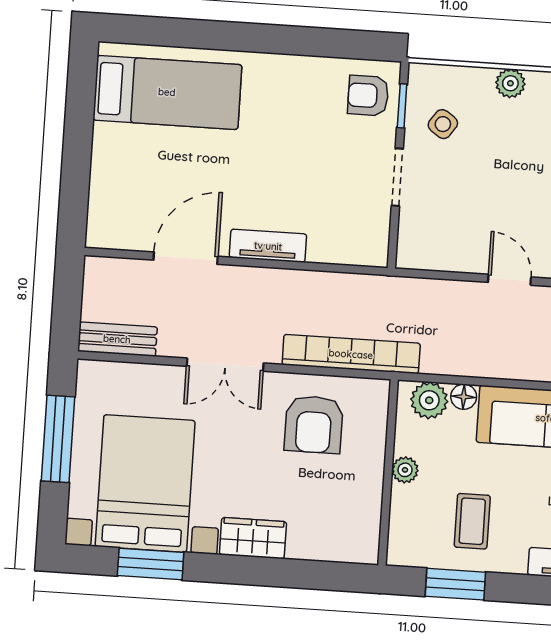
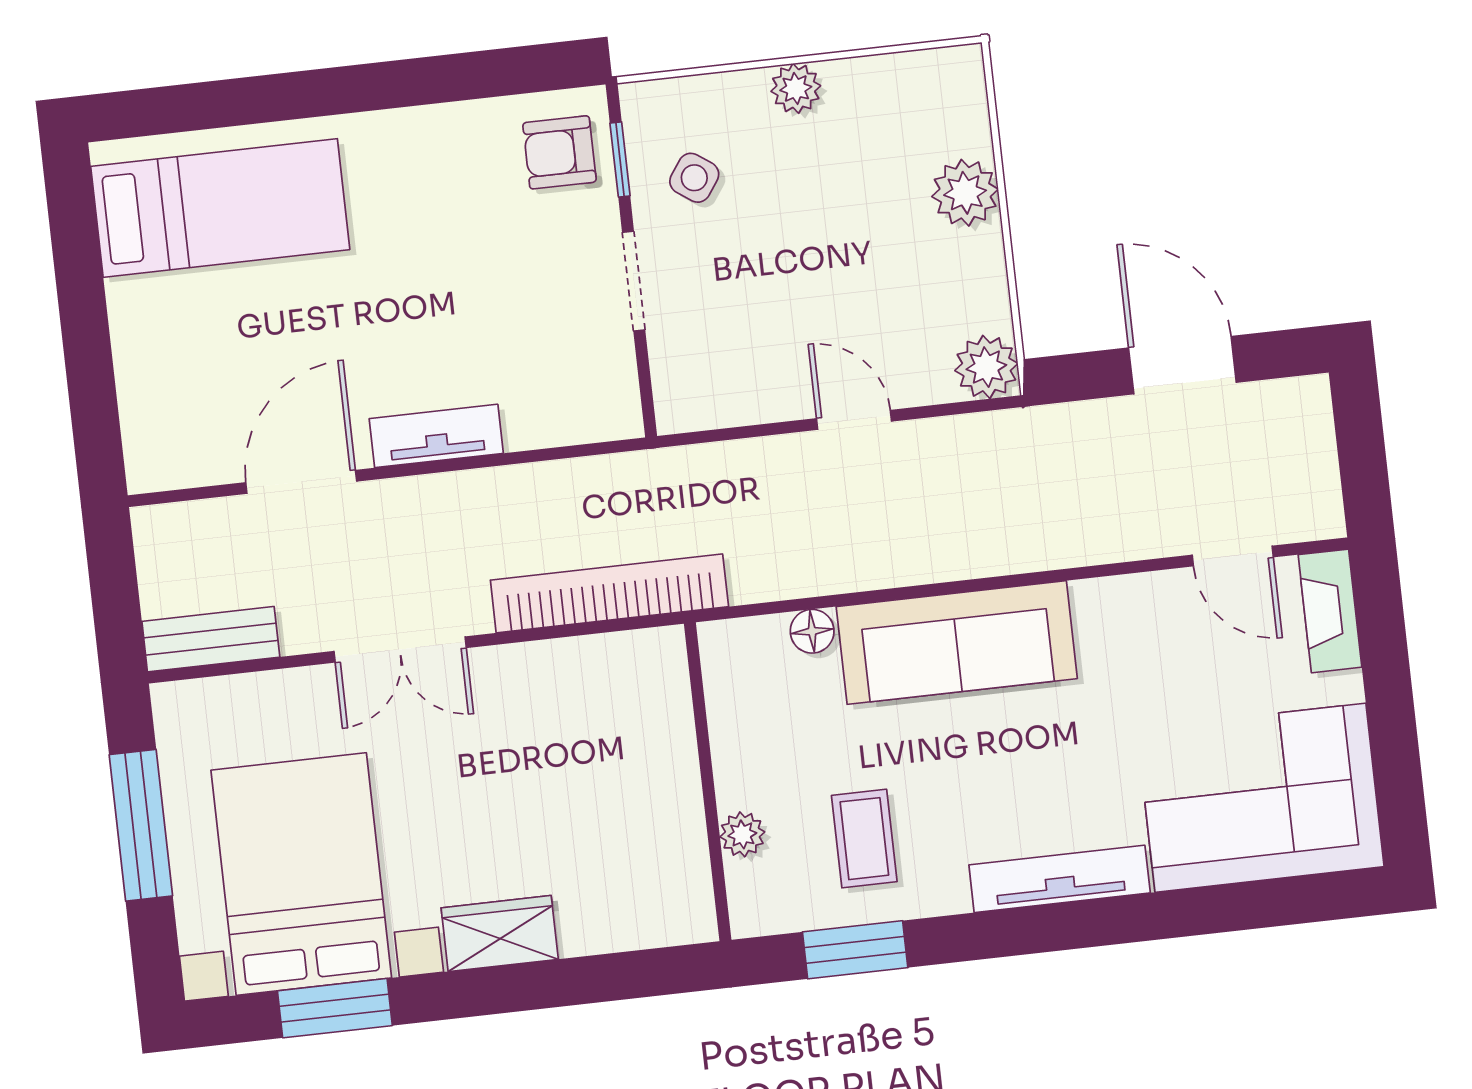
plant: (429, 400) -> (755, 648), removed
armchair: (314, 424) -> (568, 723), removed
plant: (405, 470) -> (742, 834), moved

